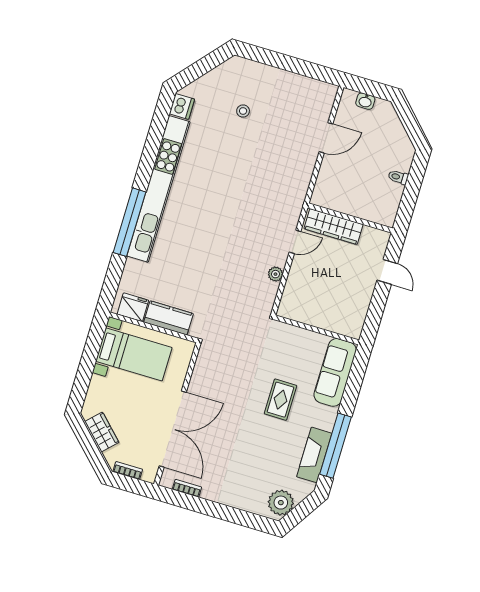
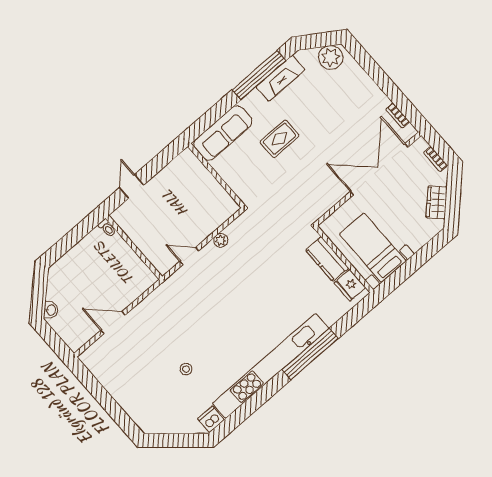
washbasin: (365, 101) -> (51, 310), moved, turned 46
stool: (243, 111) -> (186, 369), moved
toilet: (398, 177) -> (107, 228), moved
wardrobe: (333, 226) -> (151, 249), removed

